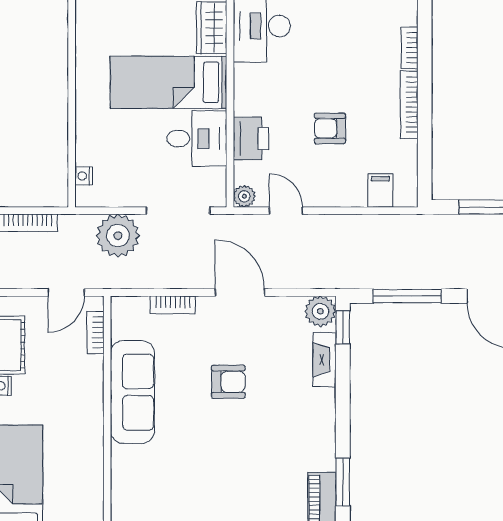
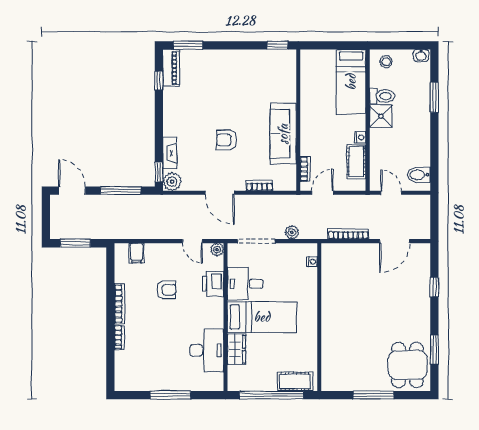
plant: (118, 236) -> (292, 232), width x0.53, depth x0.53
window: (343, 482) -> (159, 81), width x0.67

